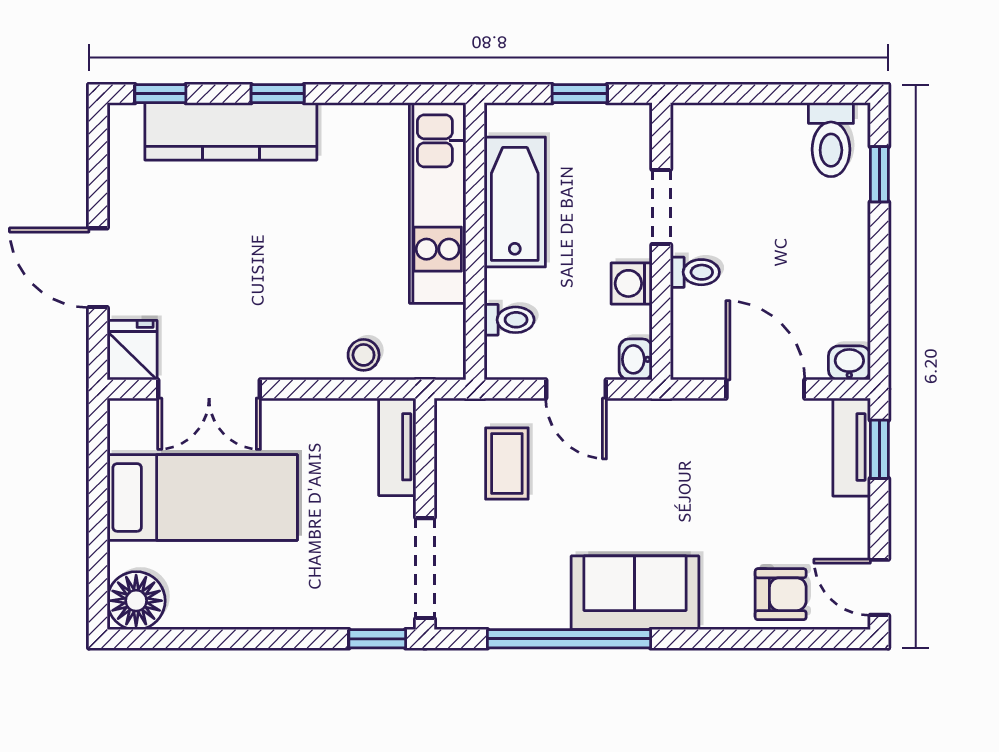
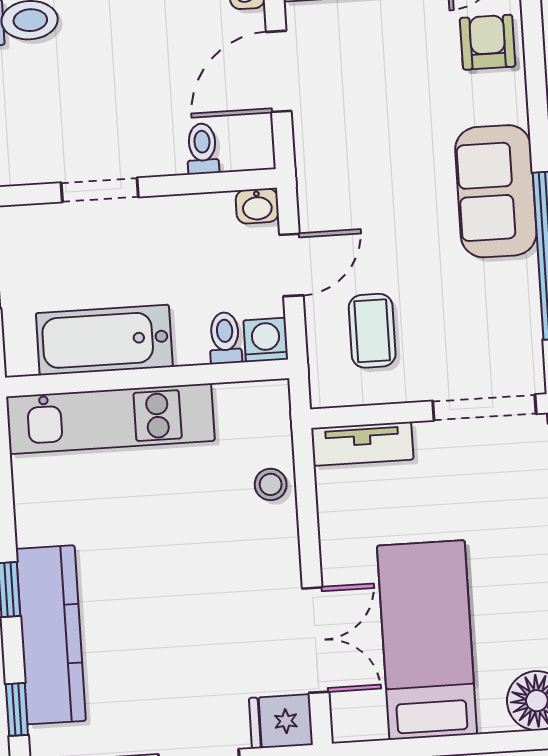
toilet: (695, 272) -> (202, 149), moved
washing machine: (632, 283) -> (266, 340), moved, turned 180
coffee table: (507, 463) -> (372, 331), turned 90

